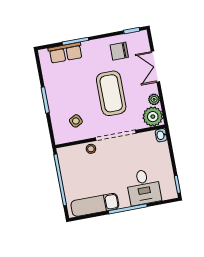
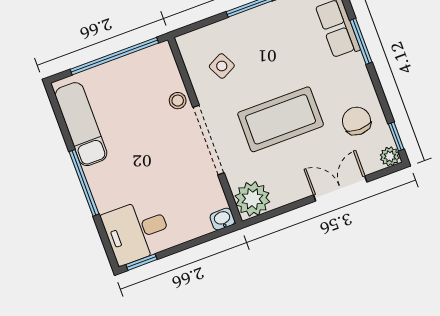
plant: (154, 99) -> (390, 156), moved
desk: (144, 187) -> (137, 231), moved

